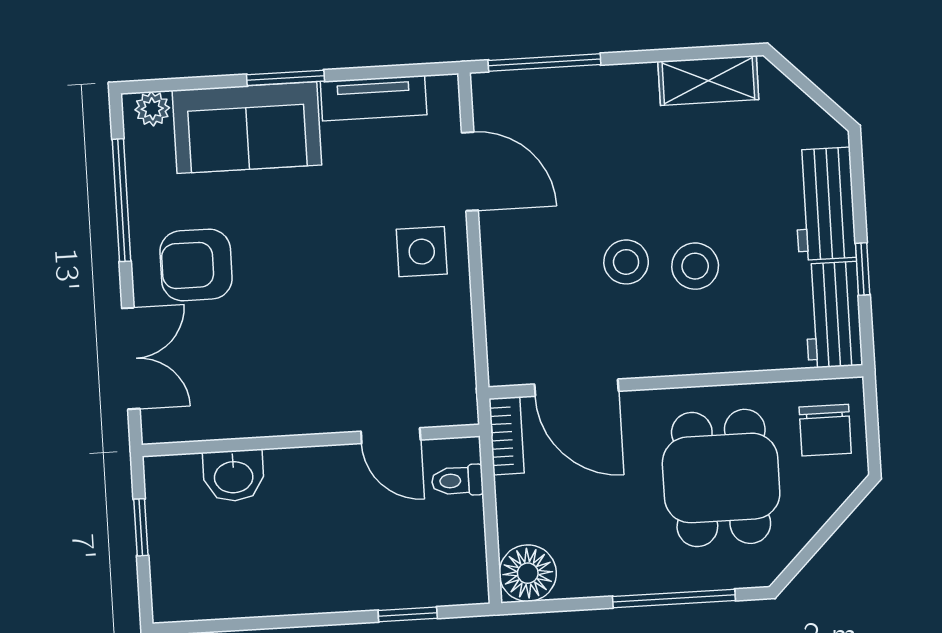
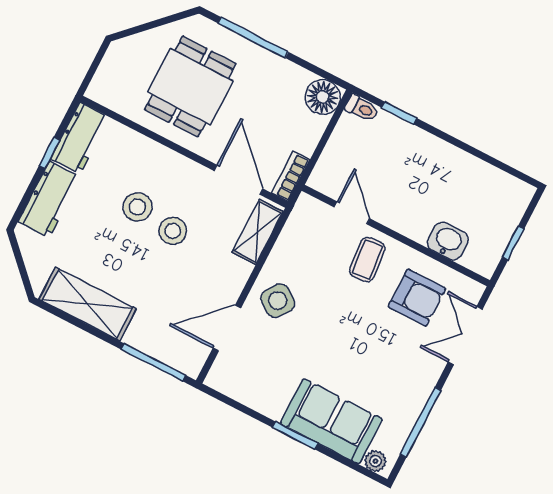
shelving: (708, 80) -> (88, 304), width x1.50, depth x1.33
tv unit: (374, 98) -> (255, 397), removed
door: (470, 171) -> (227, 328), hinge flipped
side table: (422, 252) -> (278, 301), turned 35
armchair: (196, 265) -> (417, 298), moved
shelving: (507, 331) -> (258, 232), added
coffee table: (331, 383) -> (367, 259), added
chair: (825, 430) -> (120, 79), removed
toilet: (457, 481) -> (362, 108), moved

